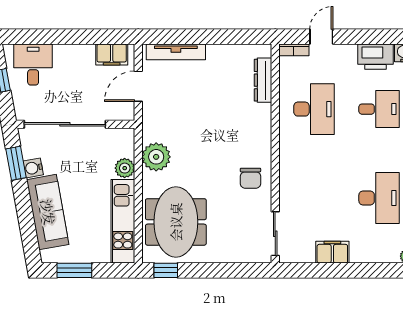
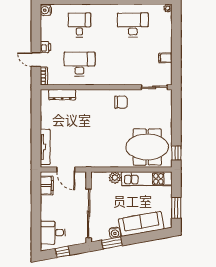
printer: (375, 57) -> (46, 47), moved, width x0.53, depth x0.68
plant: (156, 157) -> (108, 159), removed
filing cabinet: (332, 252) -> (165, 58), width x0.50

